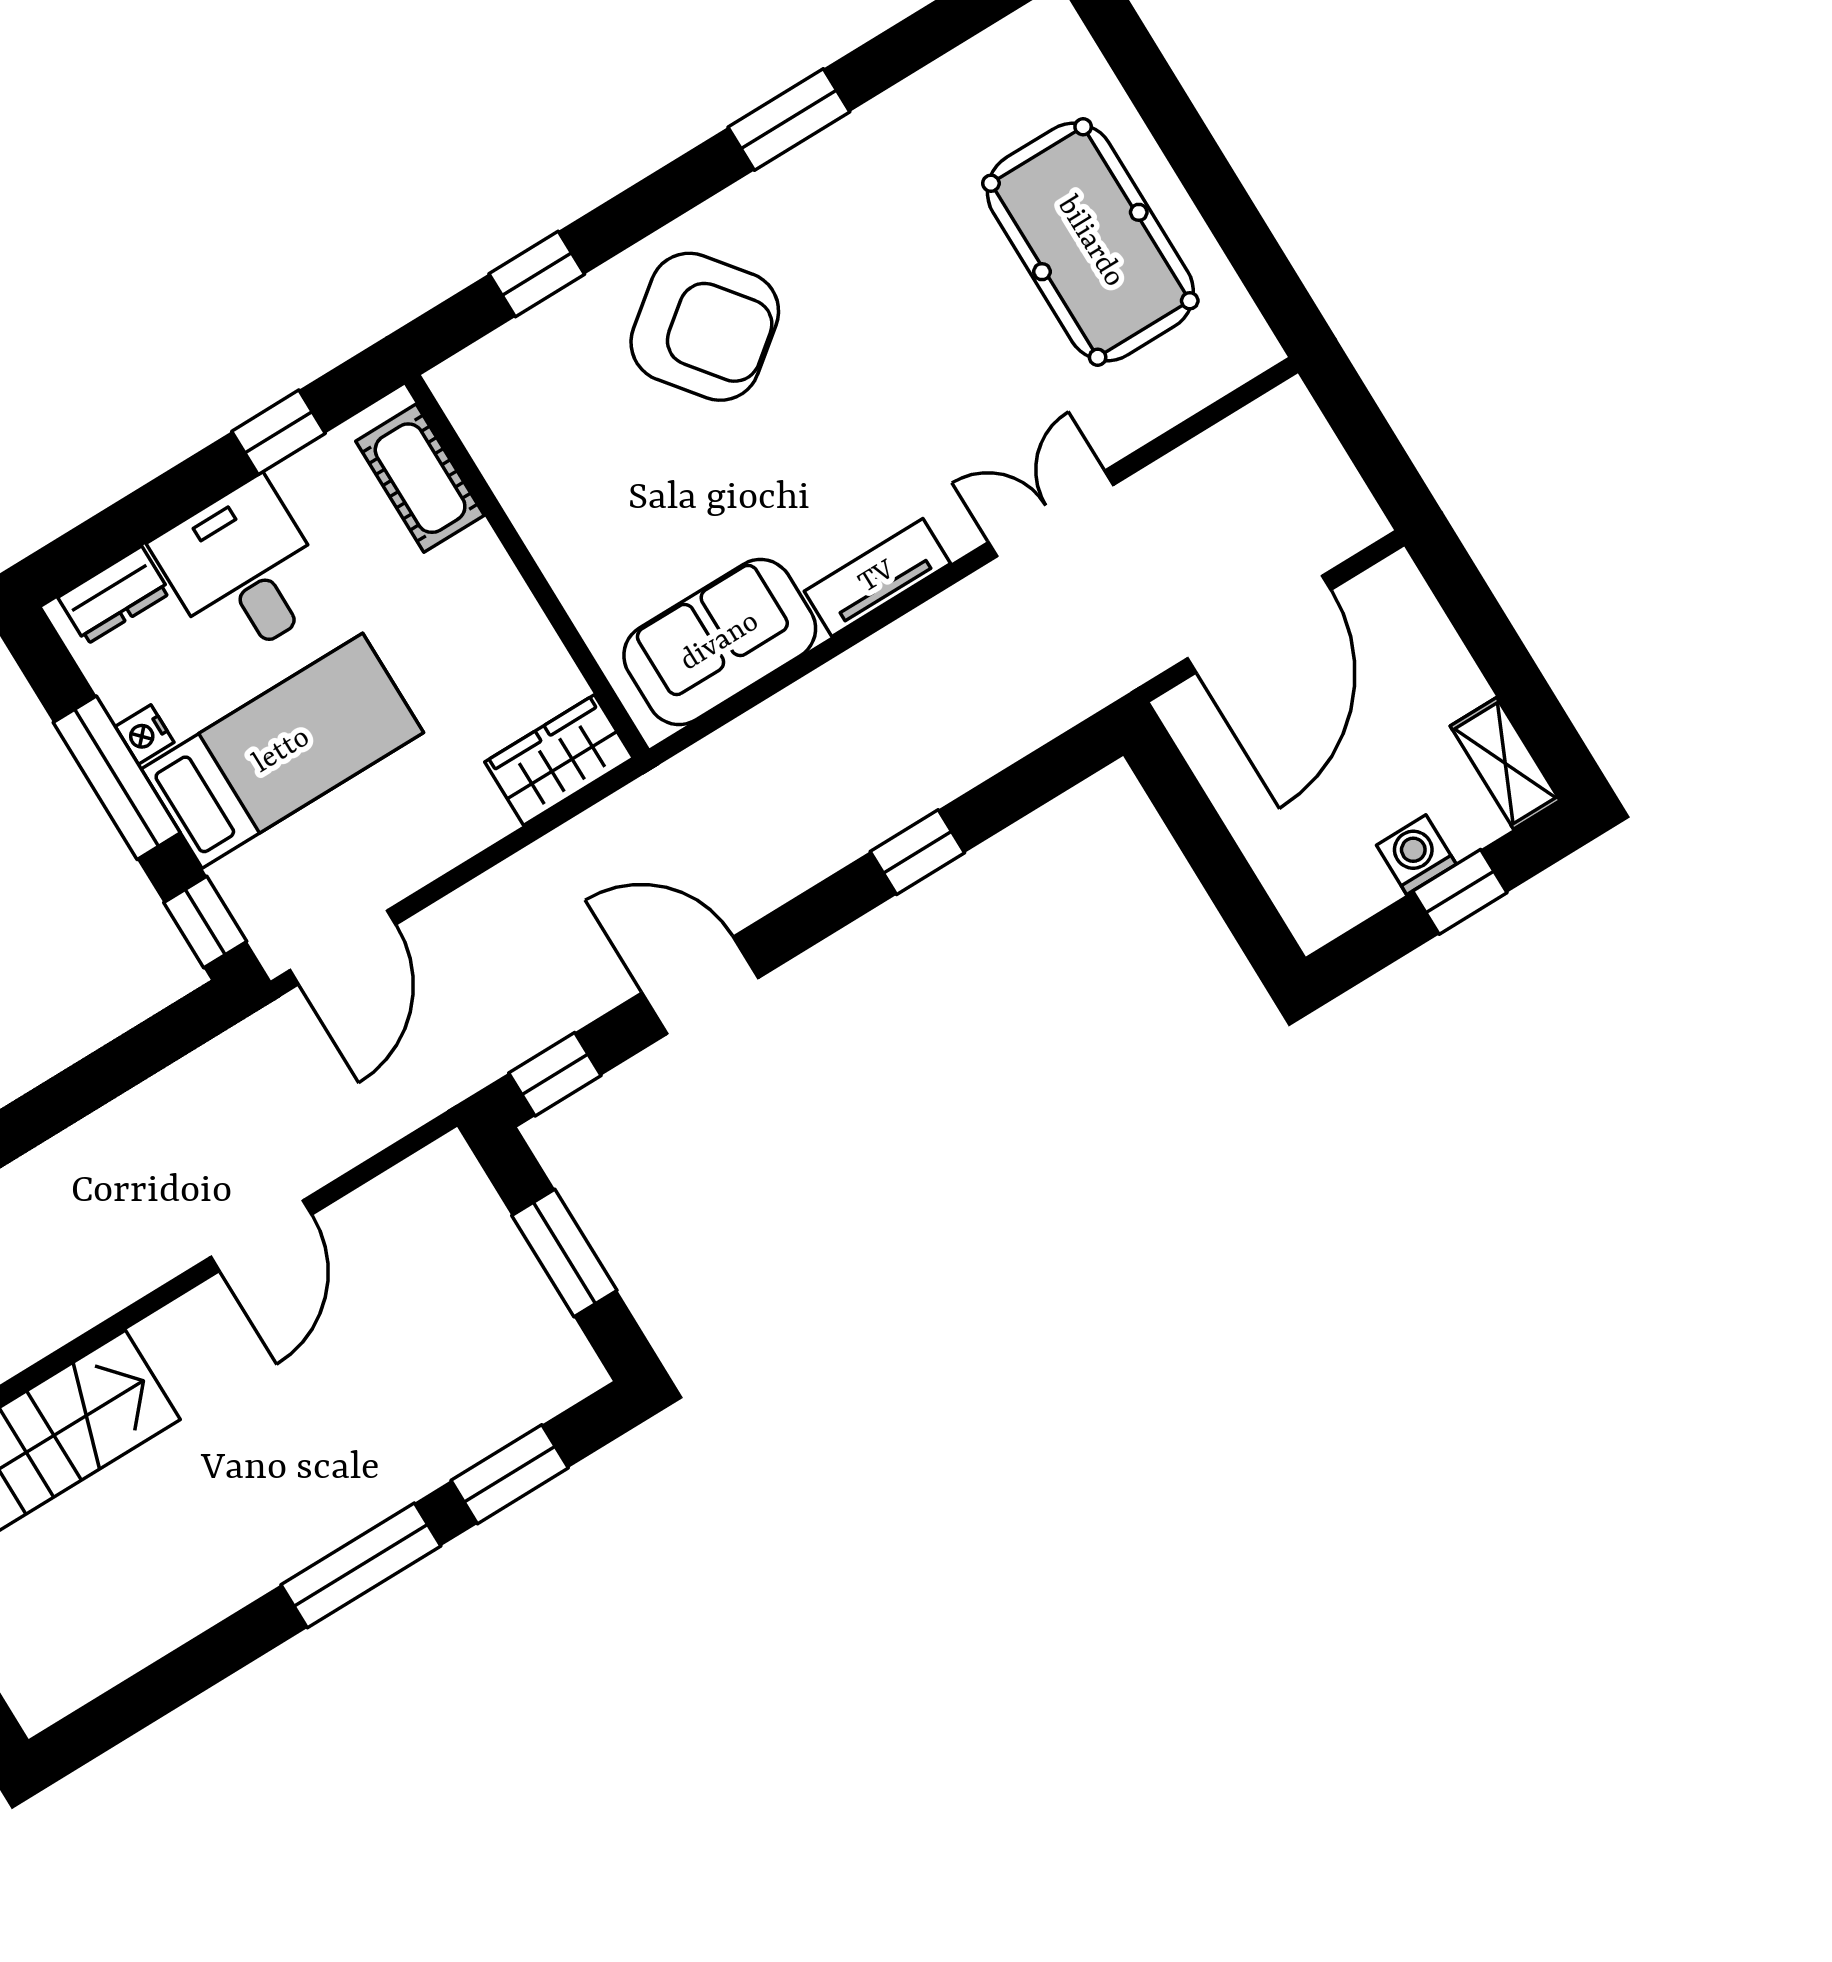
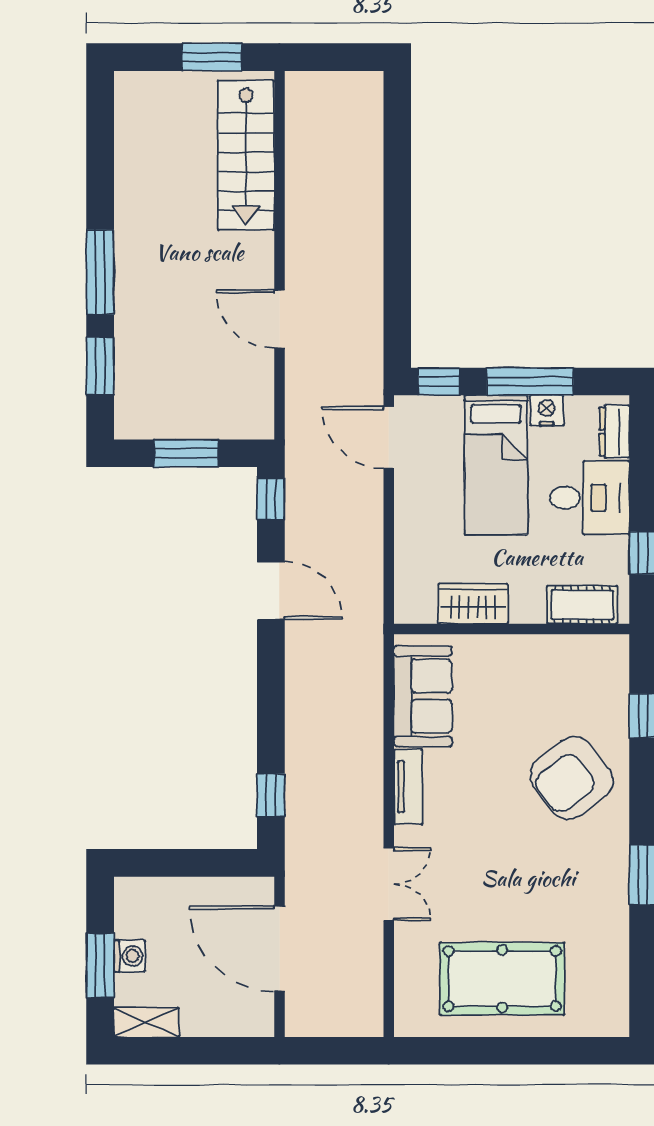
nightstand: (145, 734) -> (547, 410), width x1.39, depth x1.35
wardrobe: (559, 760) -> (473, 604), moved, turned -90
window: (917, 852) -> (271, 795), moved
window: (1460, 892) -> (100, 965), width x1.50
door: (700, 985) -> (271, 591), hinge flipped

